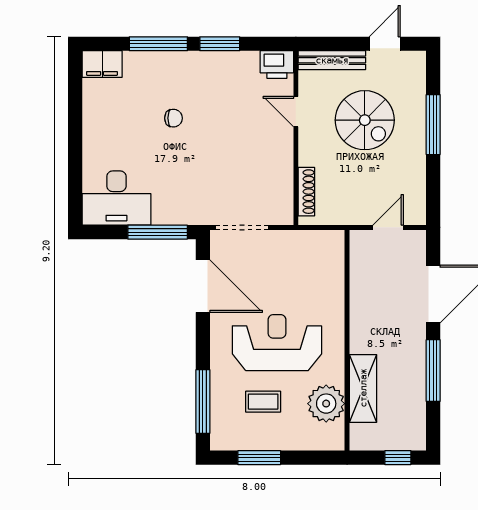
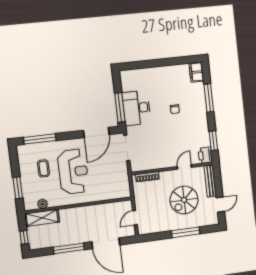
window: (220, 44) -> (213, 141), moved
door: (385, 44) -> (220, 205), hinge flipped
desk: (116, 198) -> (136, 108), moved
door: (388, 227) -> (135, 218), swing flipped
shelving: (363, 388) -> (42, 218), moved
plant: (326, 404) -> (43, 204), width x0.53, depth x0.53
window: (259, 458) -> (18, 188), moved

